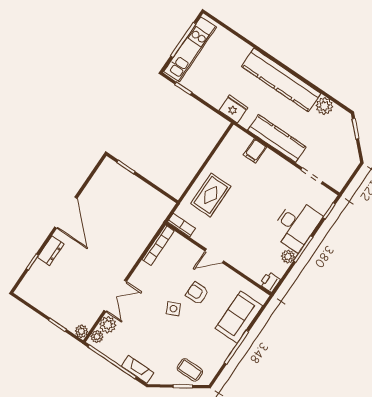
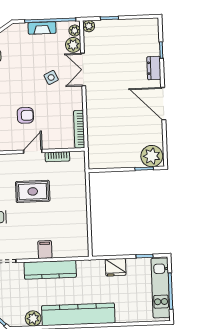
fridge: (233, 109) -> (116, 267), moved
filing cabinet: (255, 151) -> (45, 250), moved
plant: (111, 173) -> (152, 156), added
rug: (211, 195) -> (33, 191), moved, turned 90
bookcase: (181, 225) -> (57, 157), moved
side table: (173, 309) -> (51, 77), moved
fireplace: (138, 369) -> (42, 28), moved

